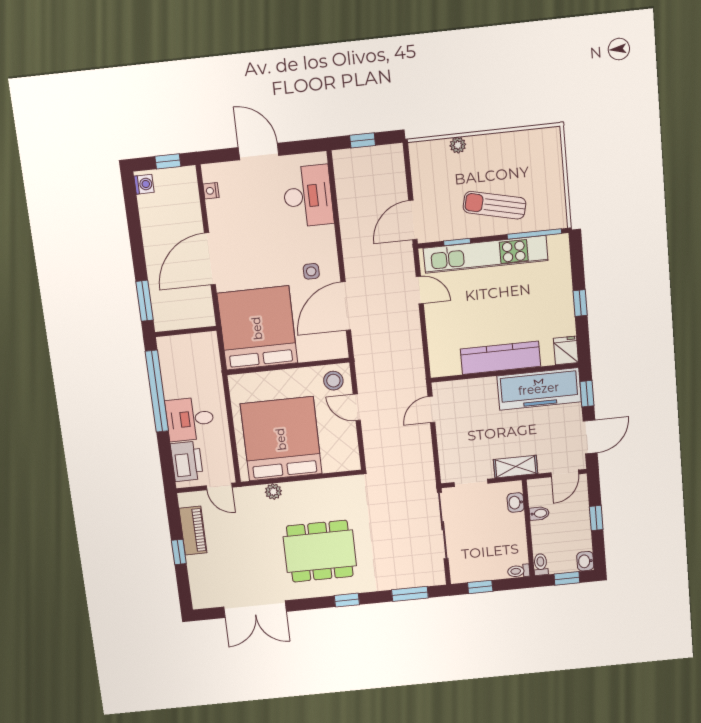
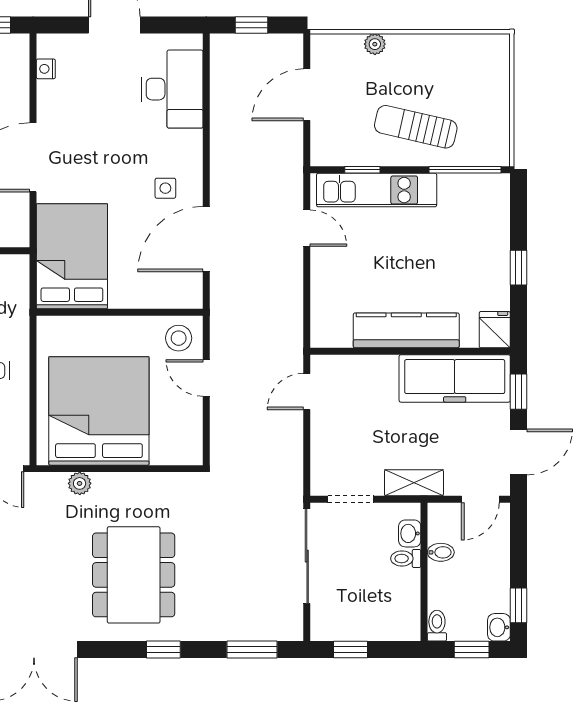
door: (413, 220) -> (307, 95), moved
kitchen unit: (486, 254) -> (377, 190), width x0.73
bed: (257, 328) -> (72, 256), width x0.73
window: (596, 518) -> (518, 605), moved
dining table: (320, 551) -> (134, 575), turned 90
toilet: (519, 571) -> (406, 558), moved

